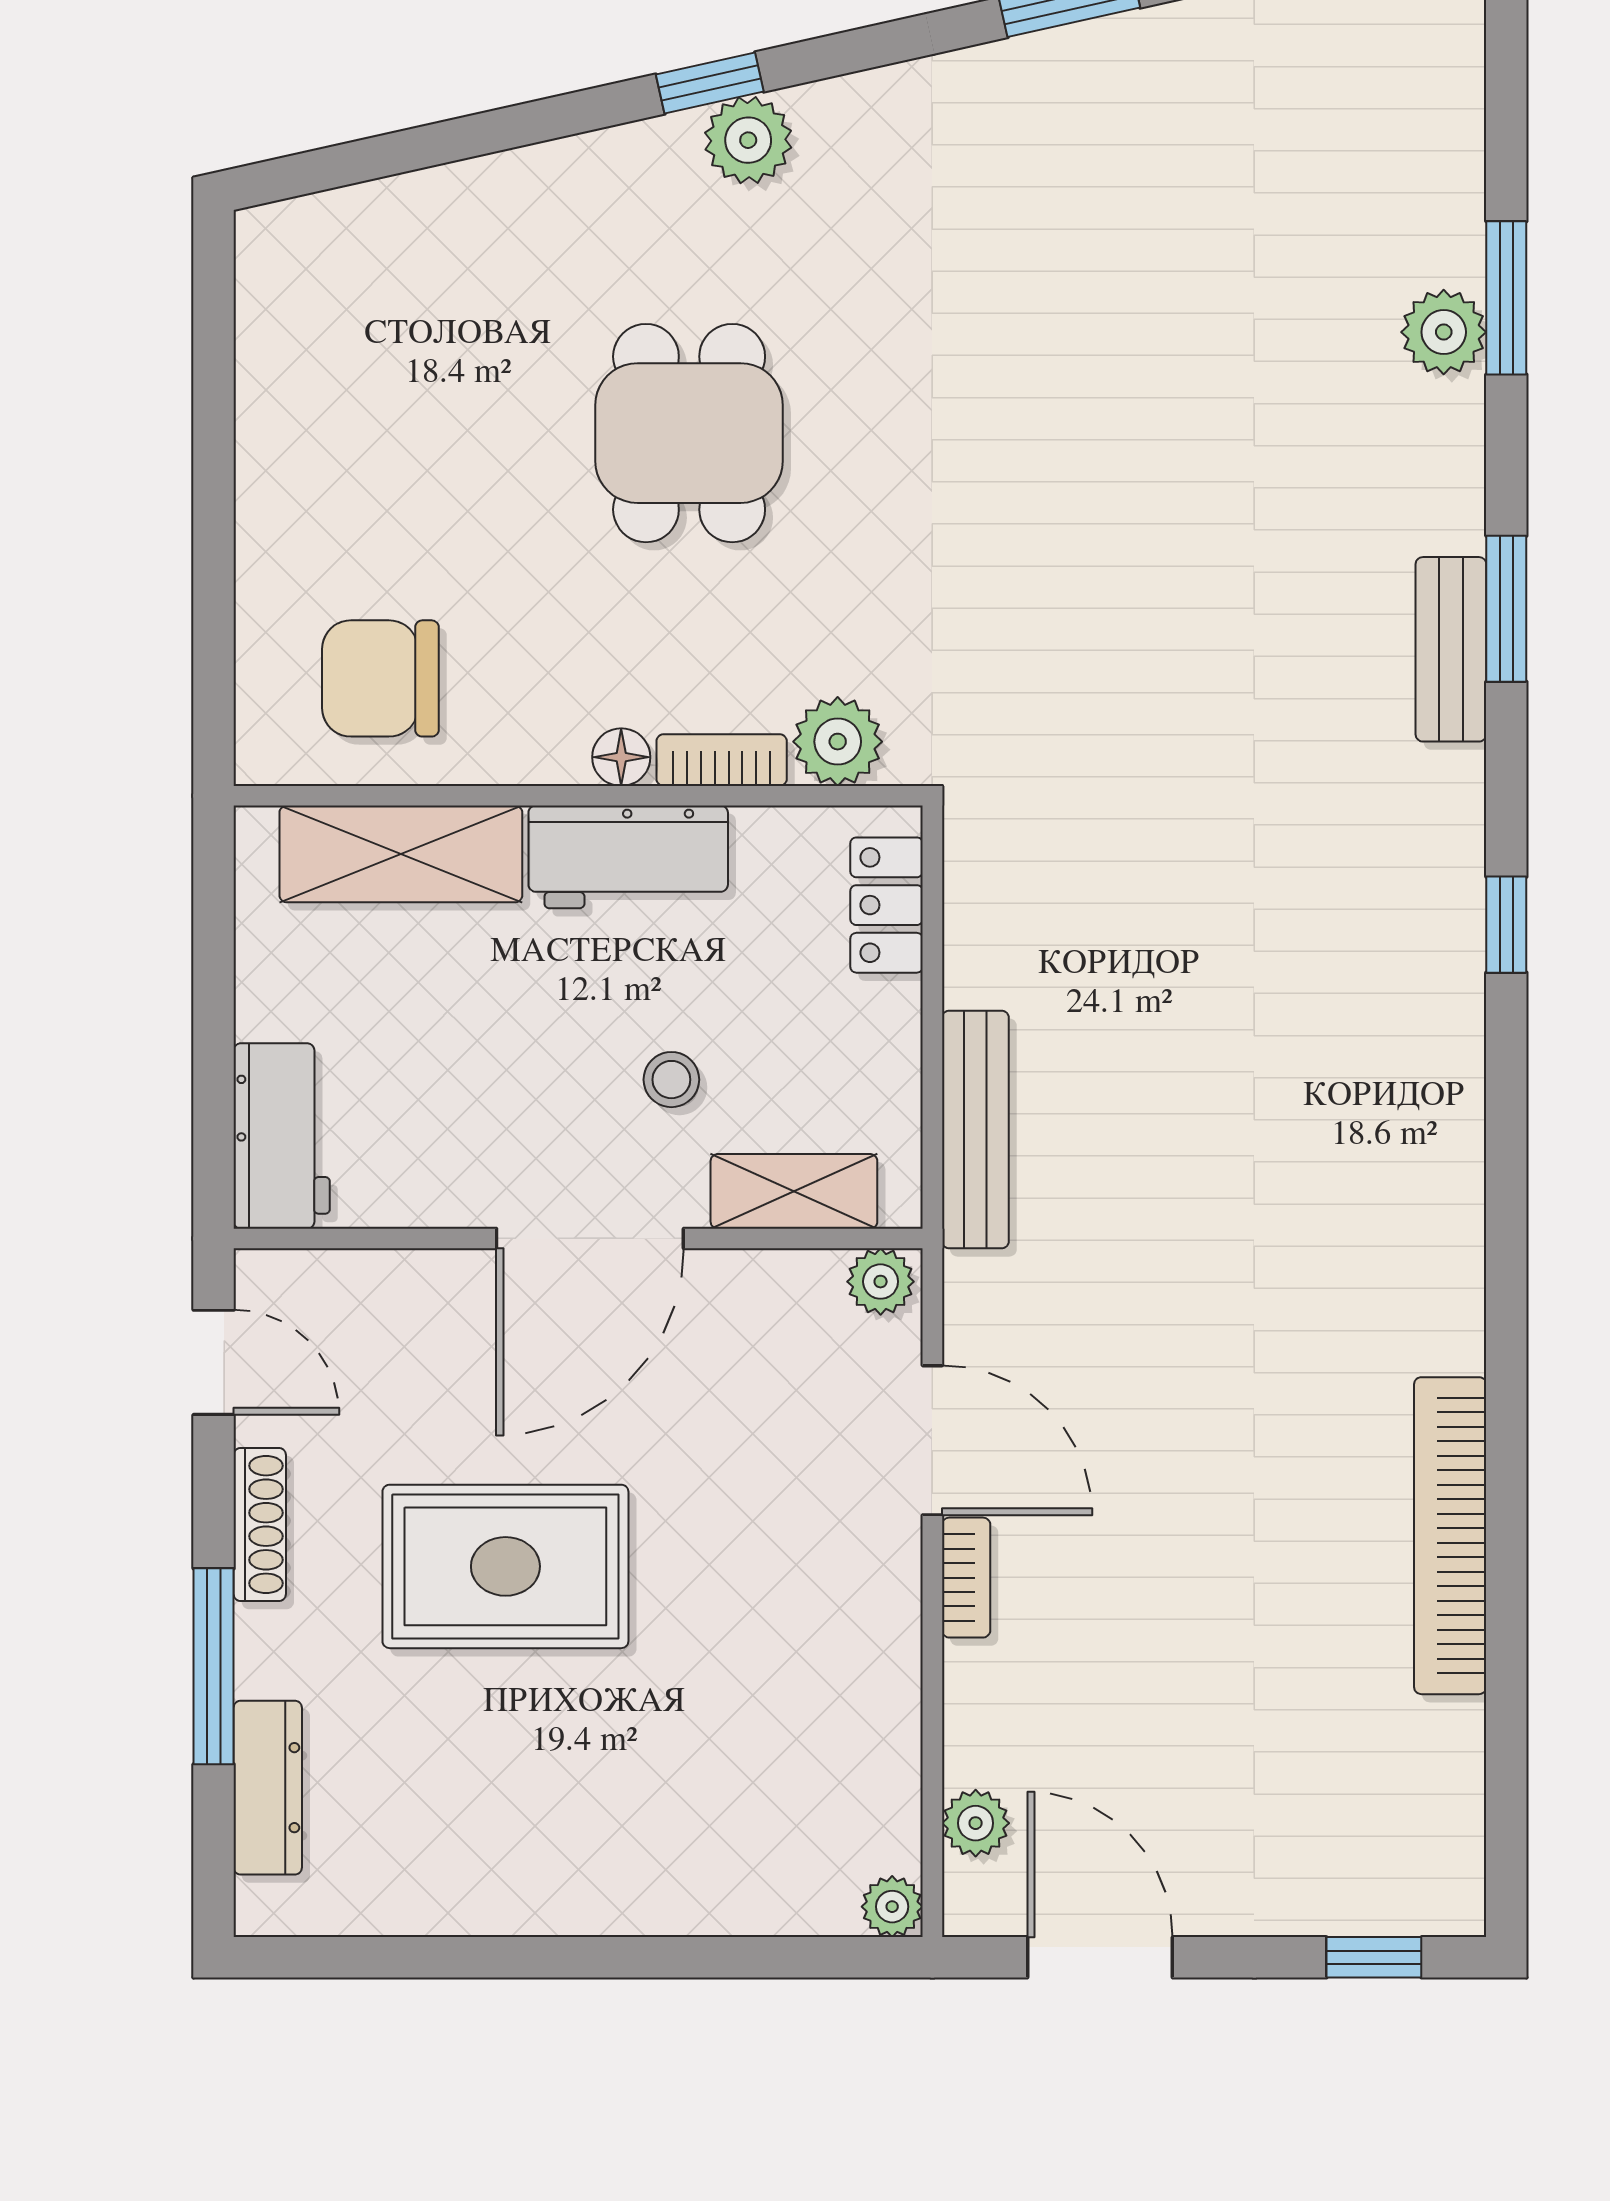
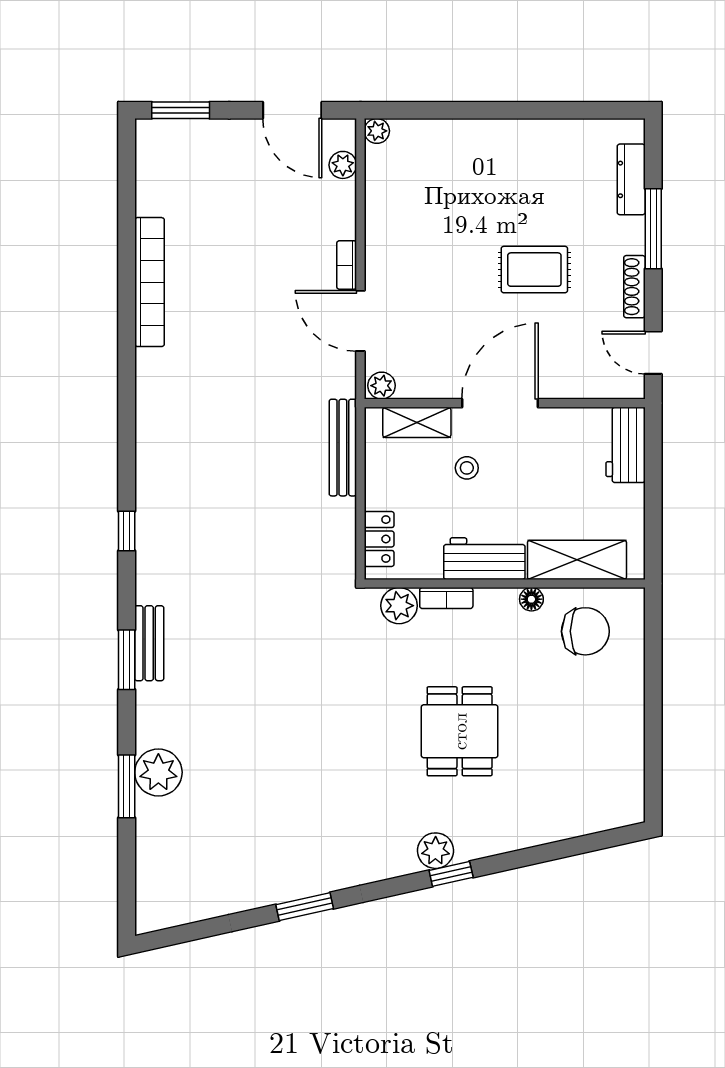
plant: (1444, 332) -> (158, 772), width x1.36, depth x1.36
floor lamp: (621, 757) -> (531, 599), moved
rug: (505, 1566) -> (534, 270), width x0.73, depth x0.70
window: (1374, 1957) -> (181, 110), width x1.50

